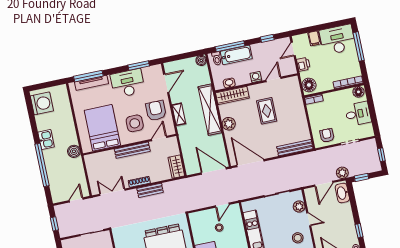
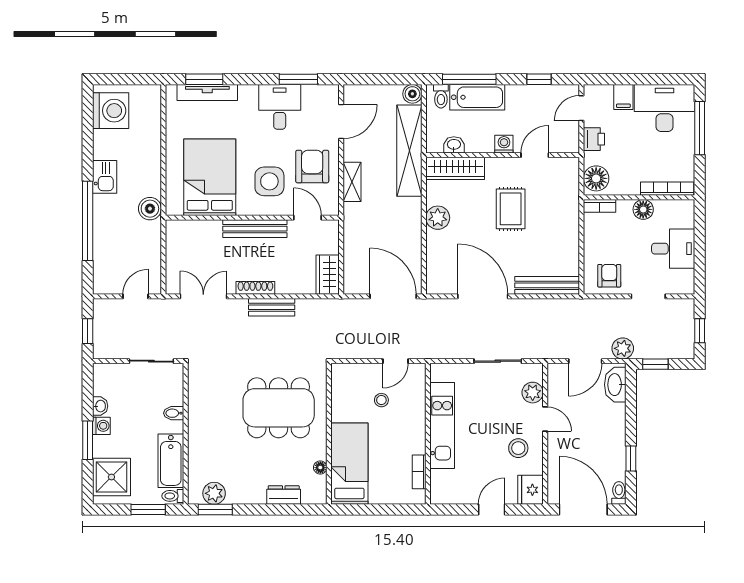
window: (88, 76) -> (204, 79), width x0.69
desk: (128, 83) -> (280, 107), width x0.73
floor lamp: (358, 92) -> (643, 209), moved
shelving: (210, 110) -> (409, 151), moved
door: (159, 138) -> (308, 218), hinge flipped
door: (250, 163) -> (483, 296), moved

